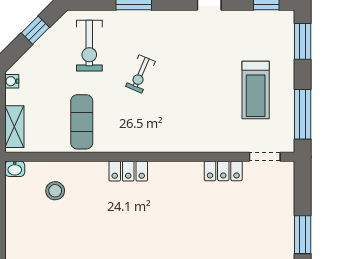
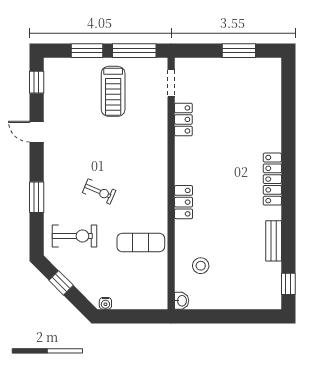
window: (303, 41) -> (87, 51), moved
treadmill: (256, 90) -> (113, 91), turned 90
shelving: (14, 127) -> (145, 301), removed

